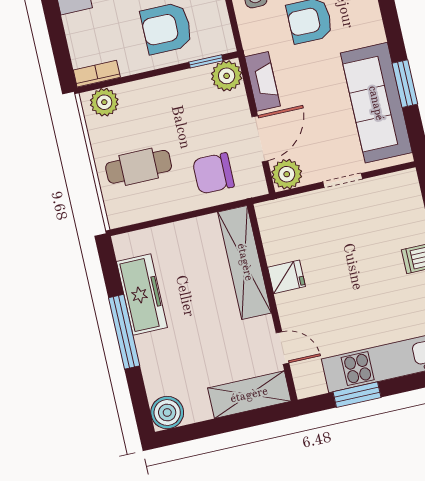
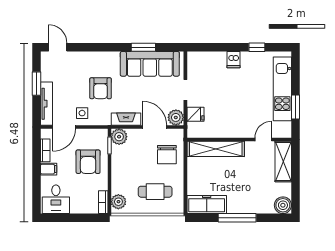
cafe table: (139, 167) -> (155, 192), turned 90
fridge: (286, 277) -> (195, 114), moved, turned 90
freezer: (142, 294) -> (207, 205), moved

